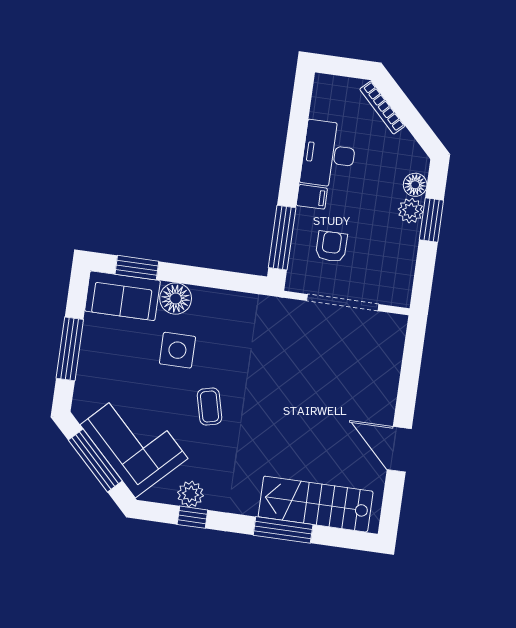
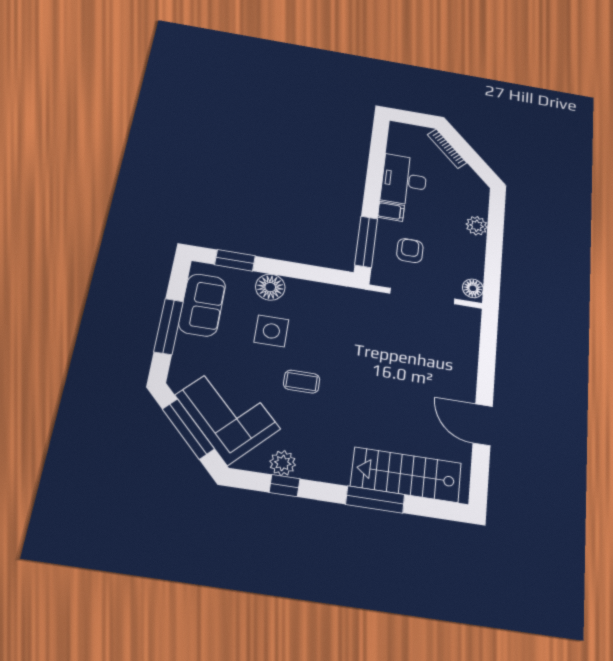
floor lamp: (415, 185) -> (473, 288), moved
window: (431, 220) -> (495, 234), removed
sofa: (122, 296) -> (202, 305), moved, turned -90
coffee table: (209, 407) -> (302, 382), turned -76

